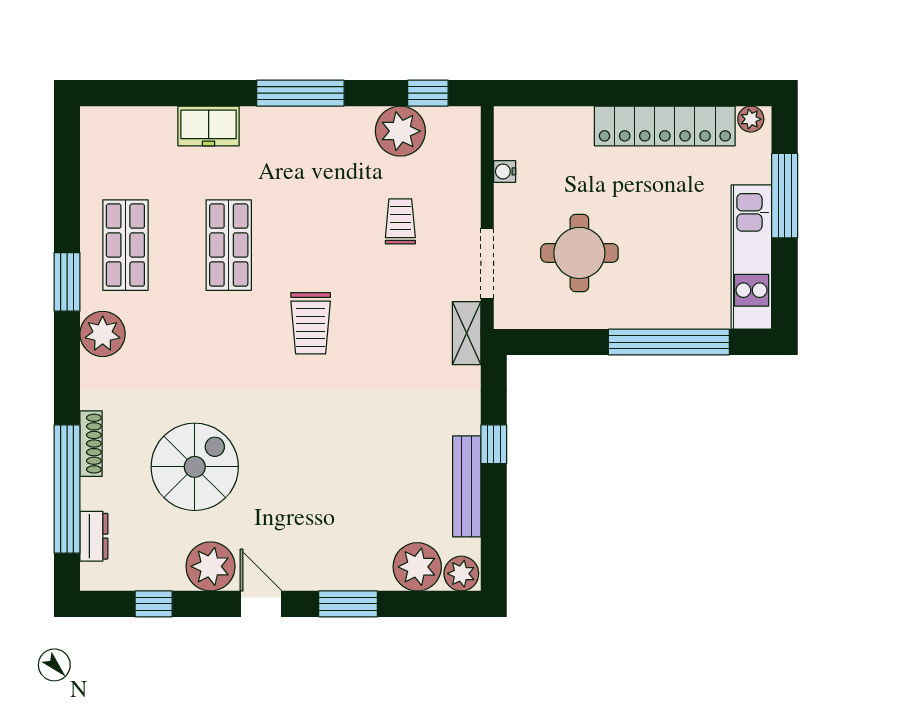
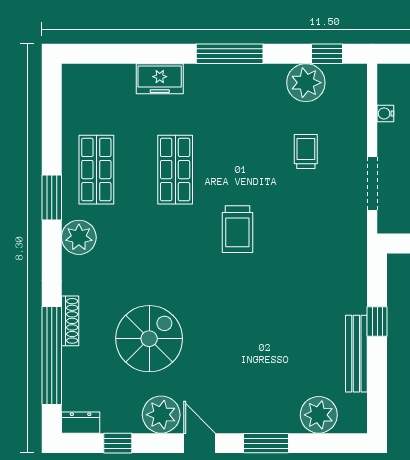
shelving: (467, 333) -> (356, 237), removed
dresser: (94, 536) -> (81, 423), moved, turned -90
plant: (461, 574) -> (352, 420), removed

